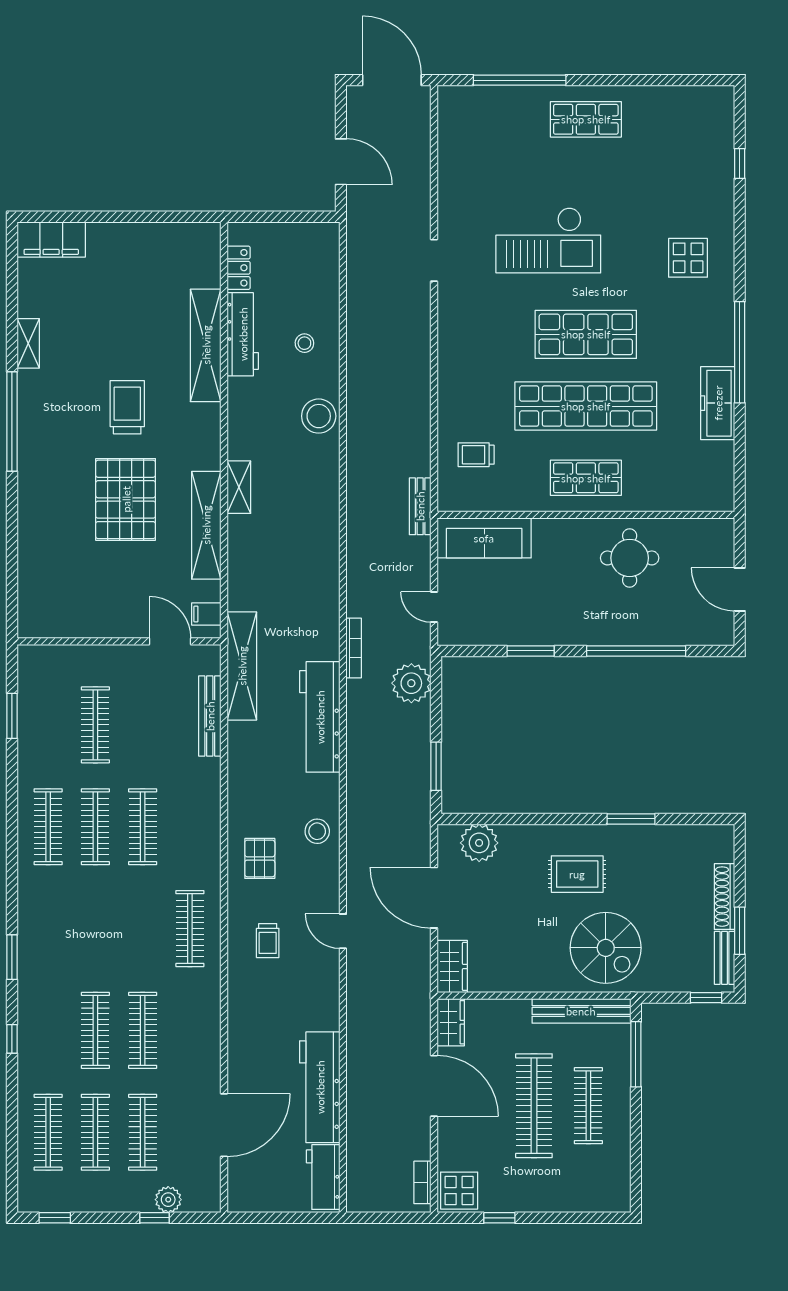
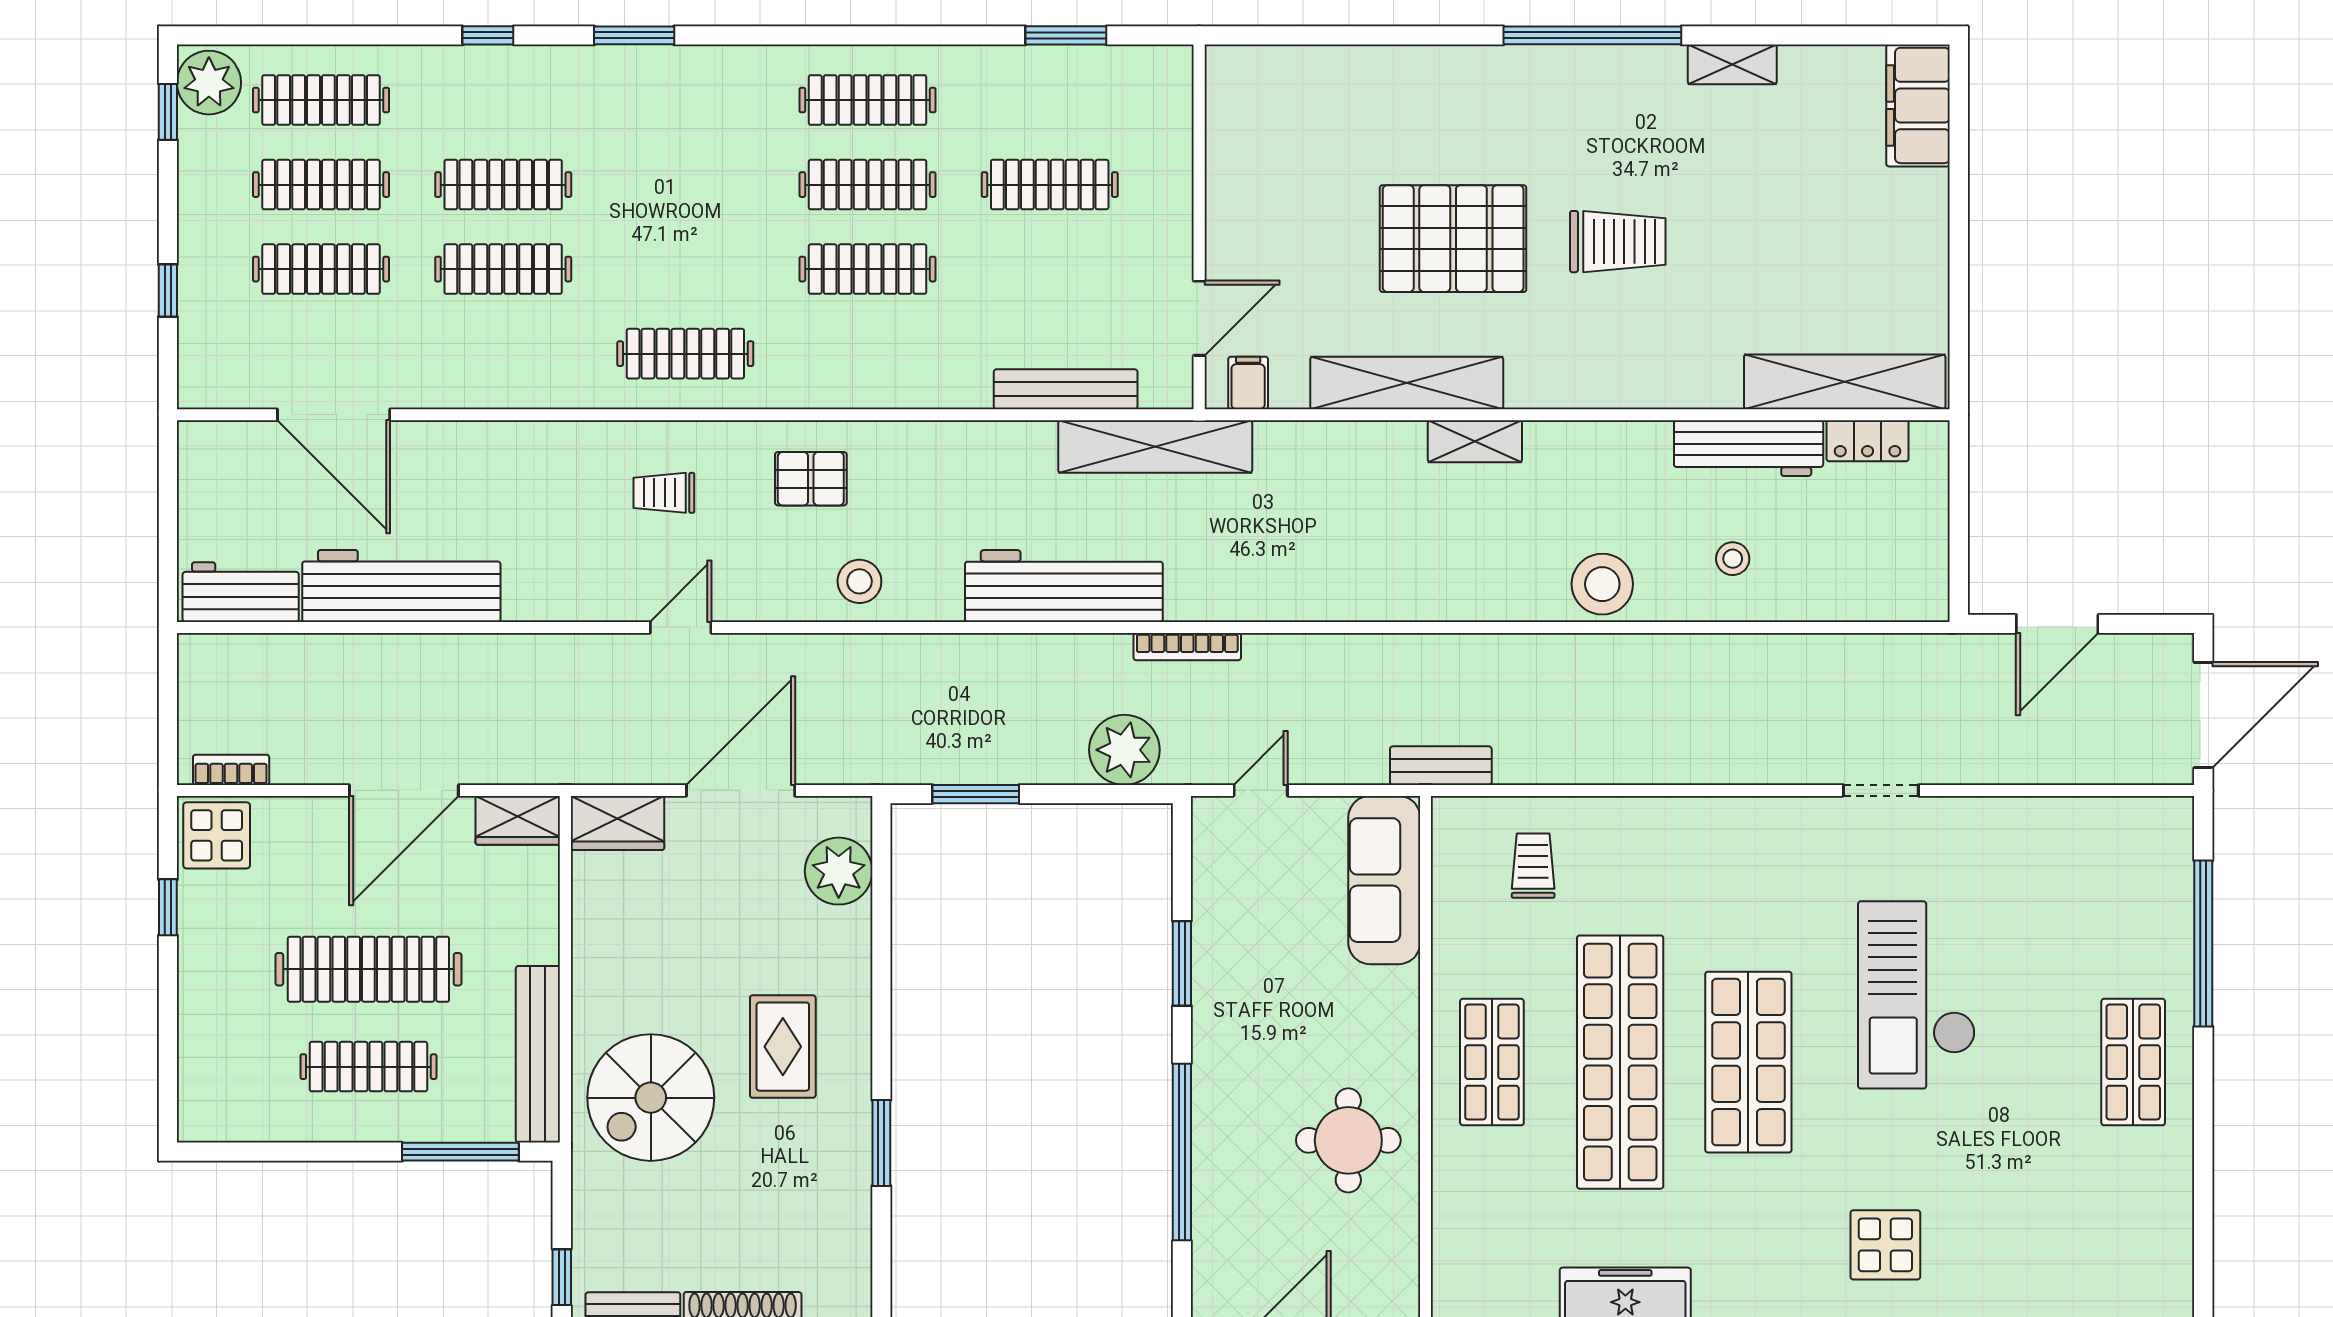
shelving: (206, 345) -> (1845, 382), moved
plant: (168, 1200) -> (209, 83), moved, width x1.36, depth x1.36

